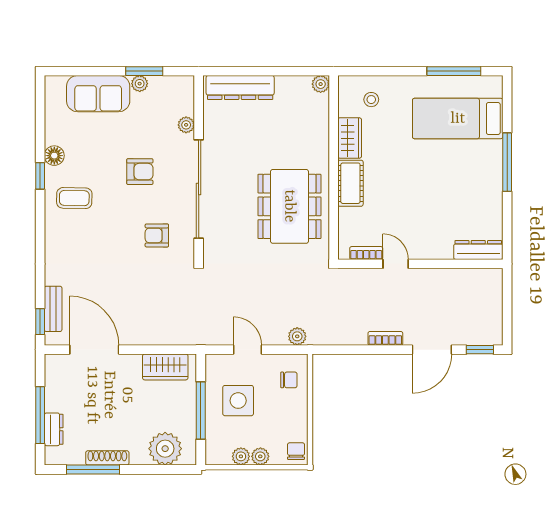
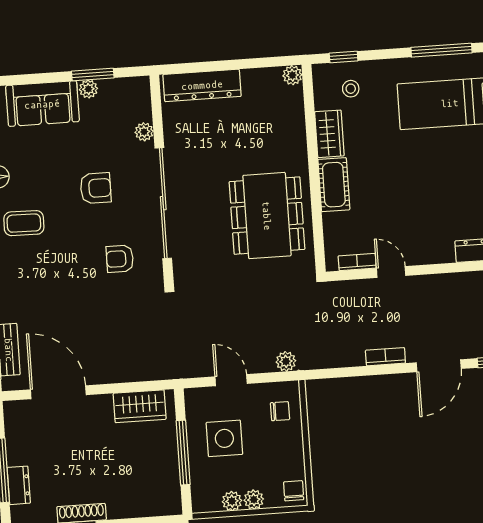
window: (367, 71) -> (344, 57), added
plant: (165, 449) -> (146, 498), removed

